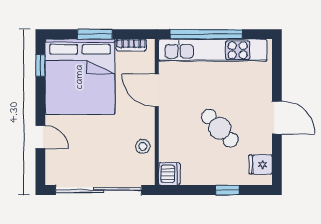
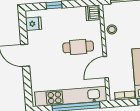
door: (157, 90) -> (106, 67), swing flipped
cafe table: (220, 128) -> (78, 47), moved, turned -47

